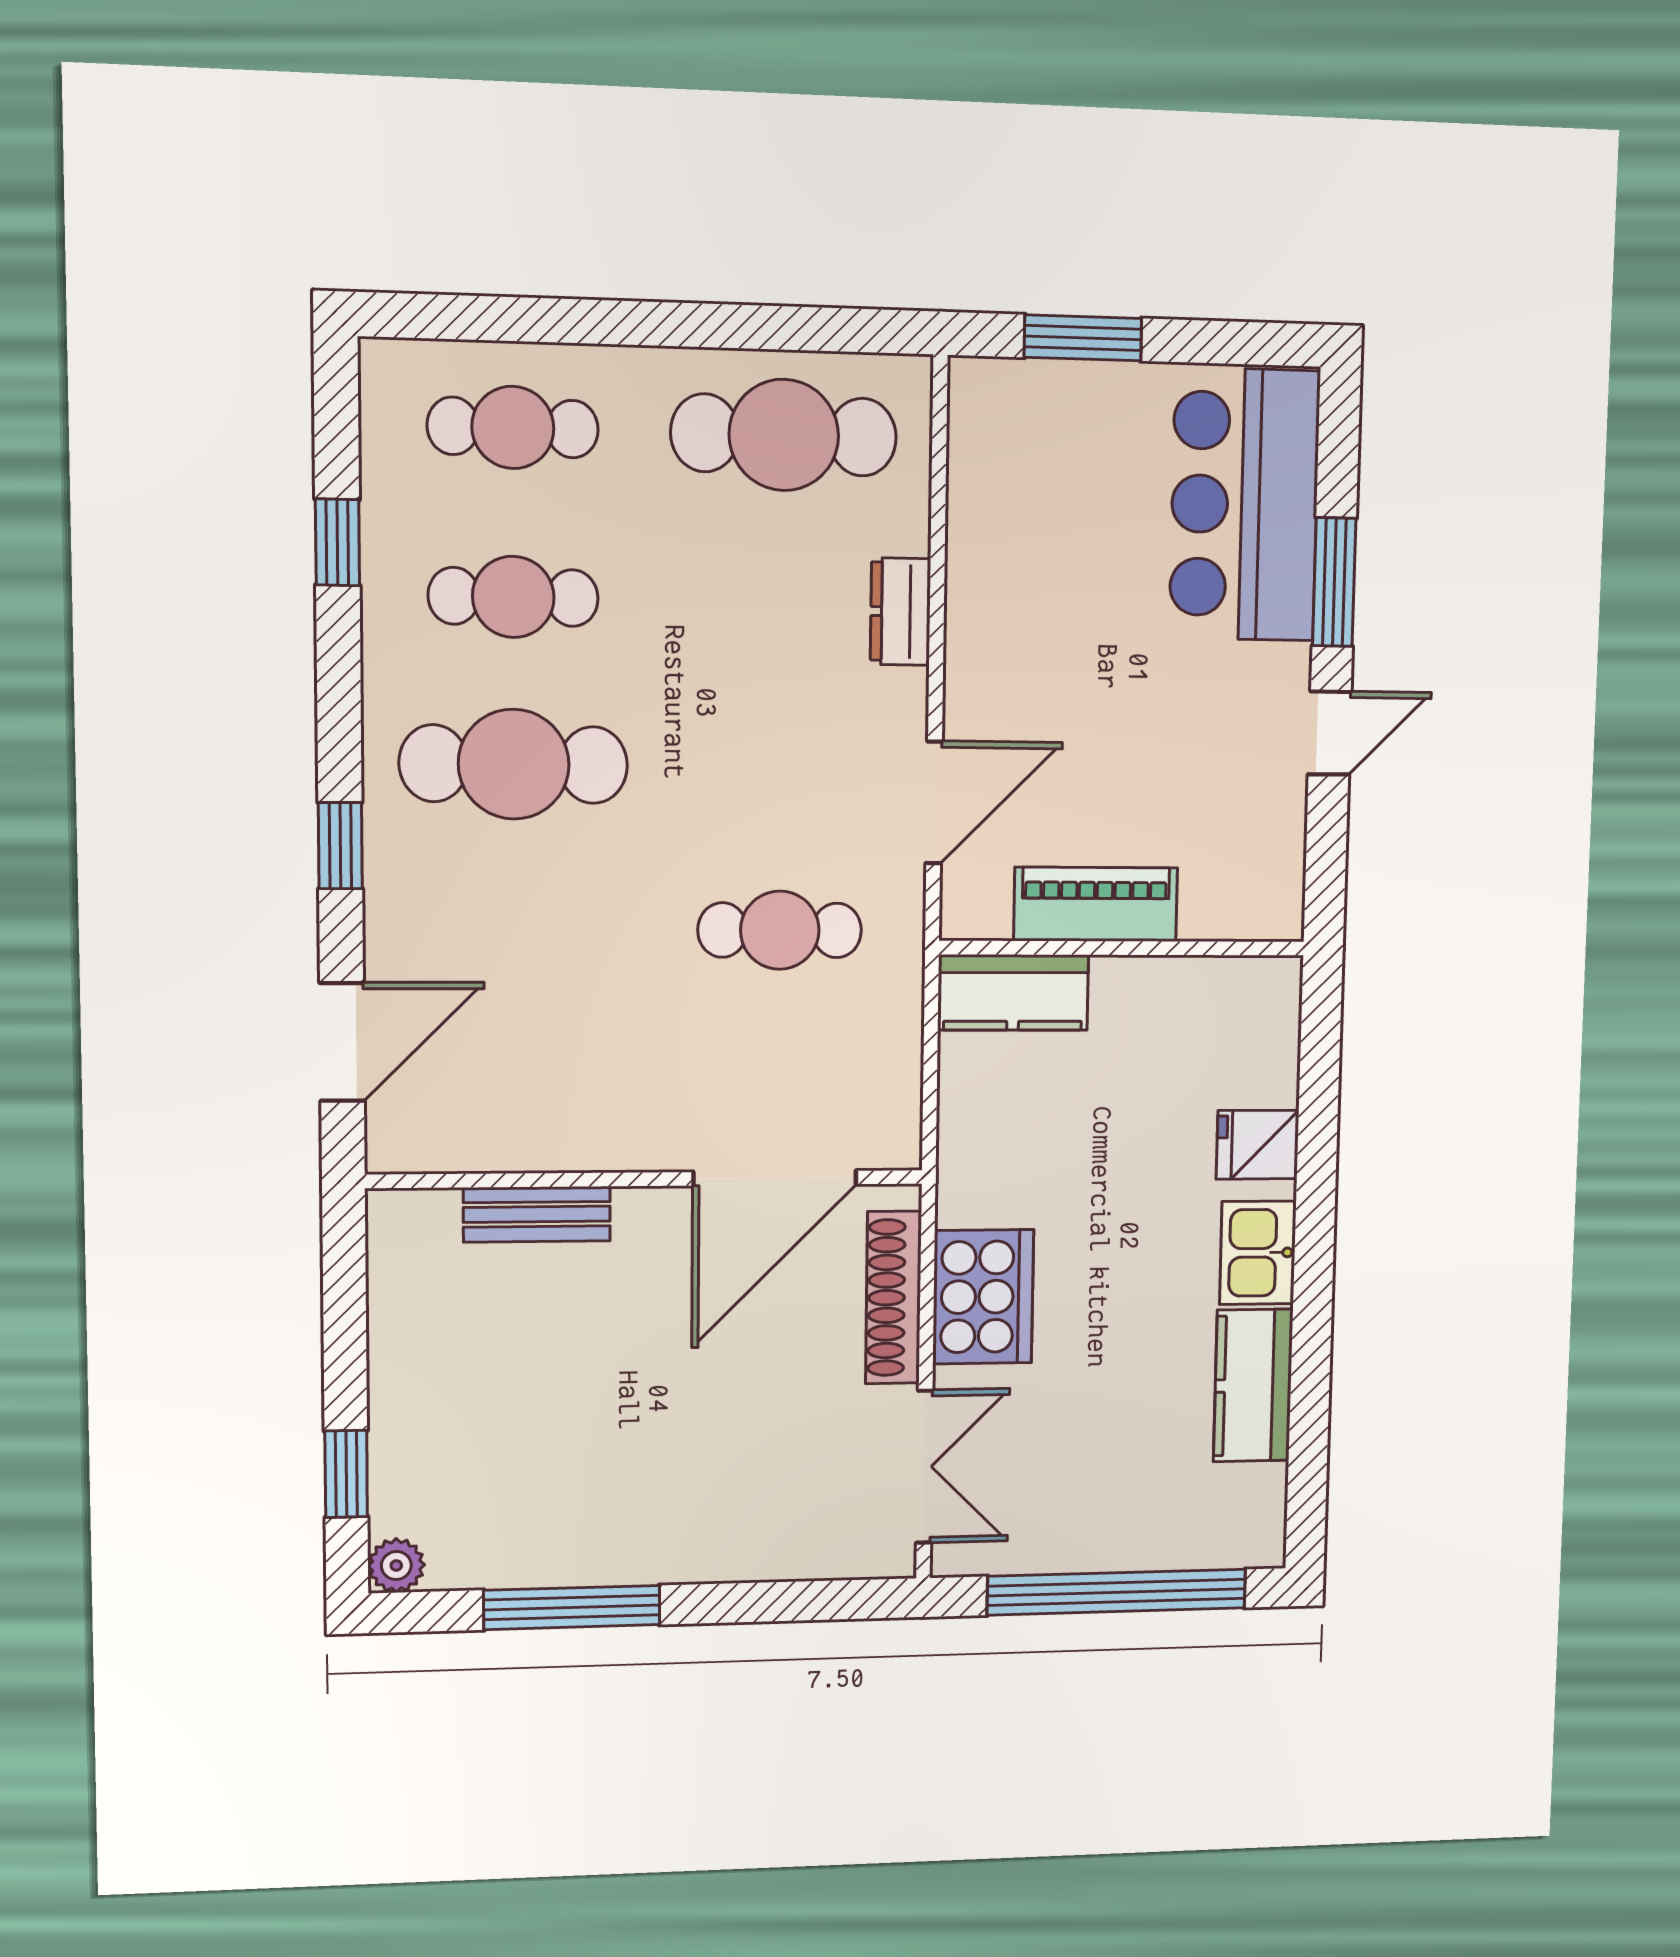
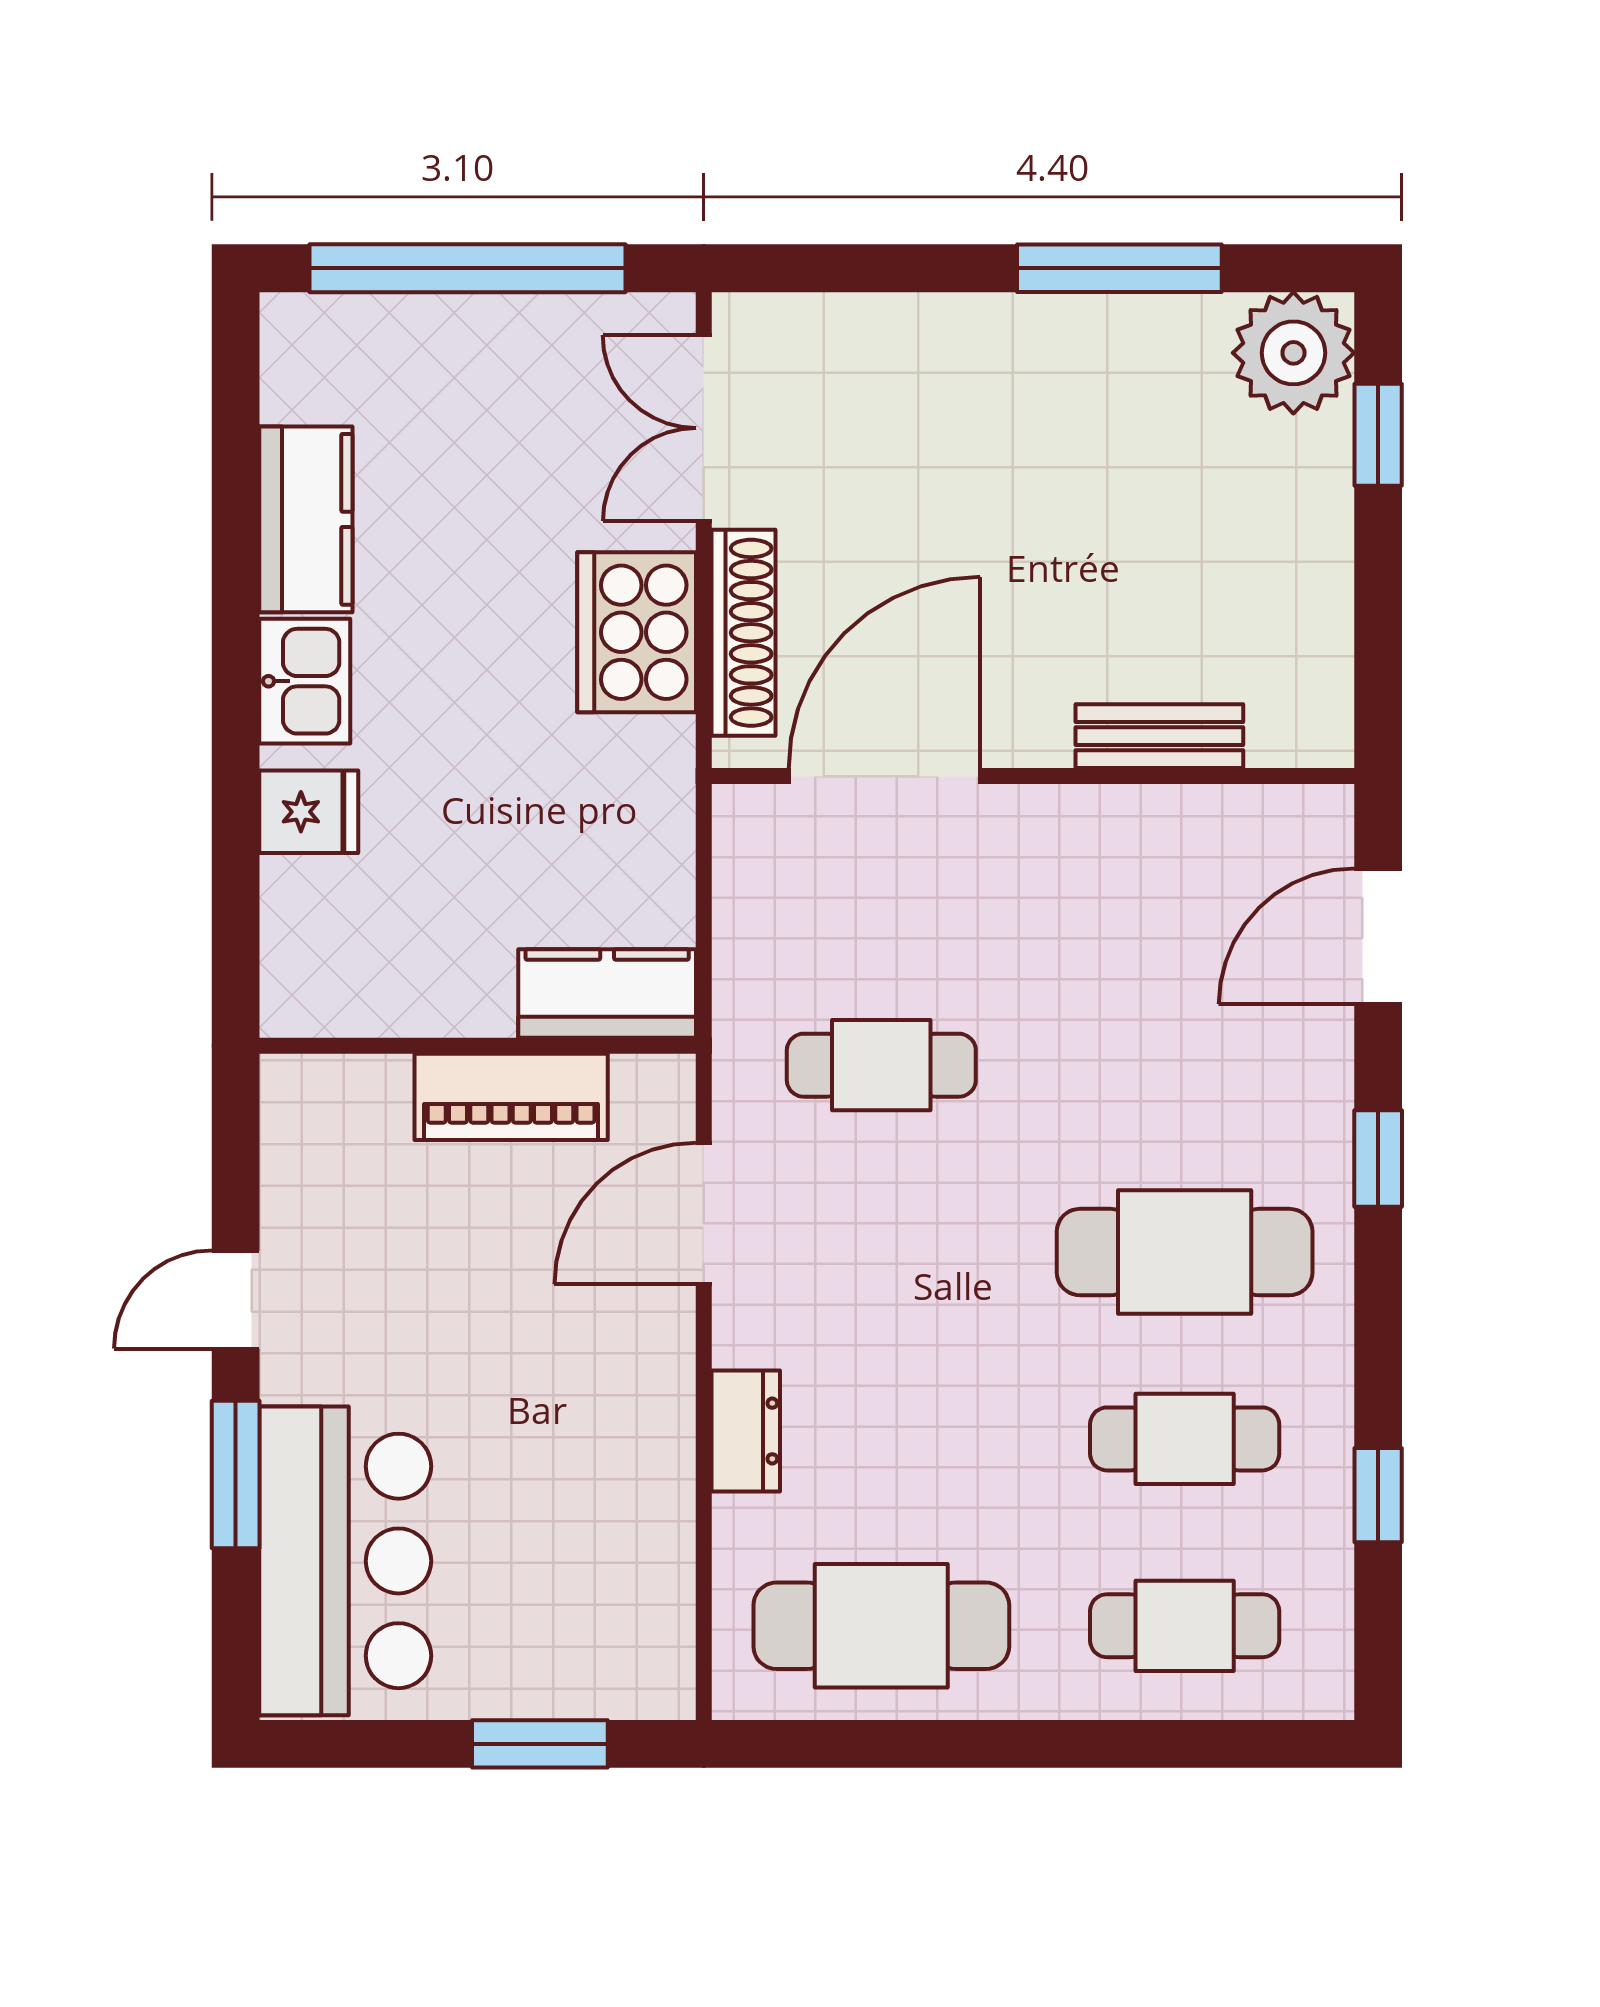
plant: (396, 1565) -> (1293, 353), width x1.87, depth x1.87

